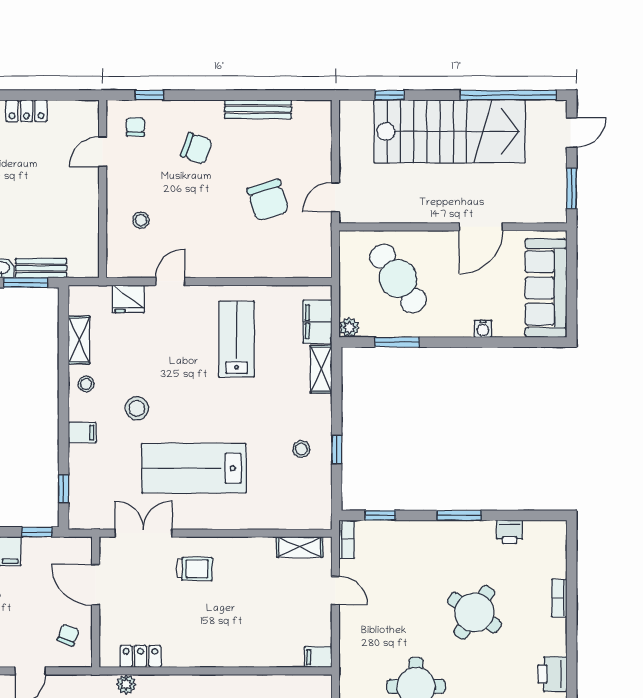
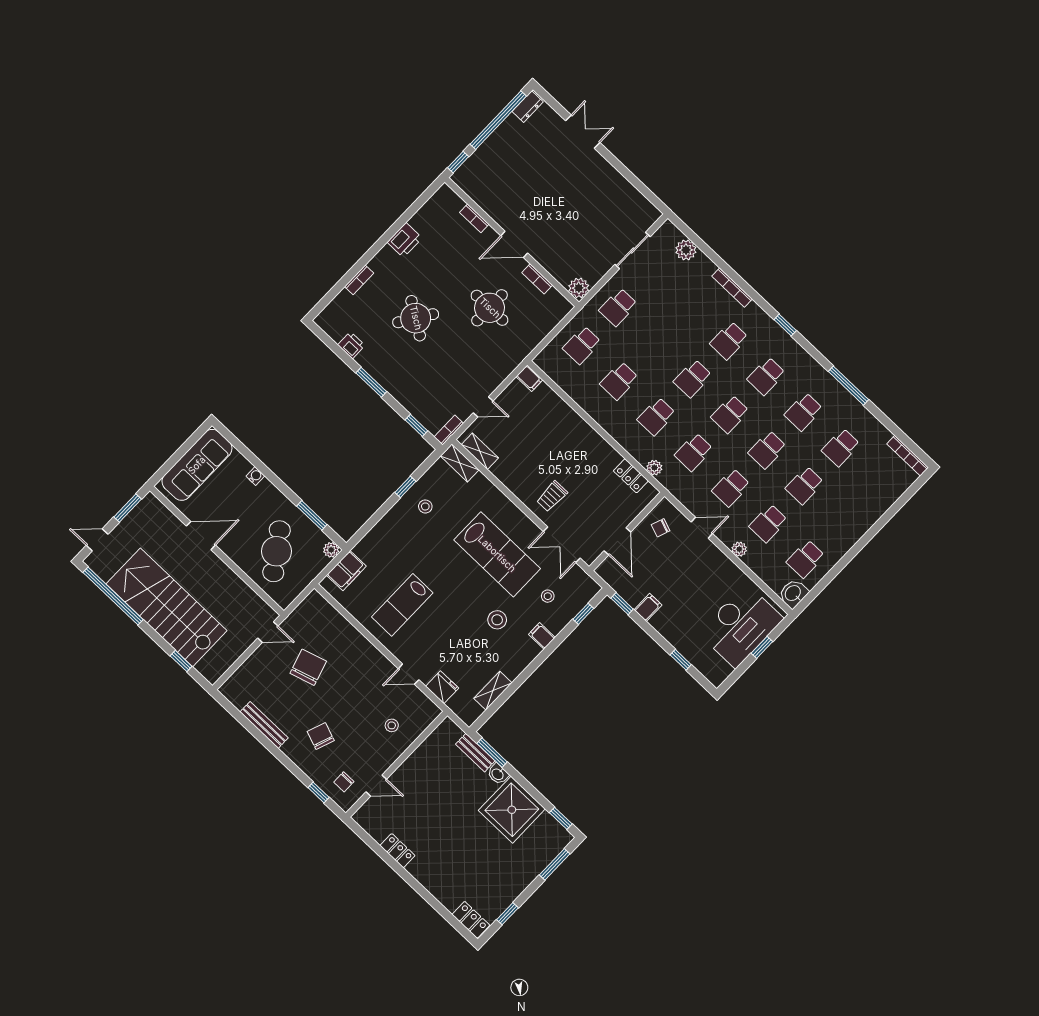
shelving: (321, 369) -> (460, 463), moved, turned 90
stool: (86, 384) -> (548, 596), moved
trolley: (195, 569) -> (552, 496), turned -91
door: (335, 590) -> (483, 407), swing flipped

